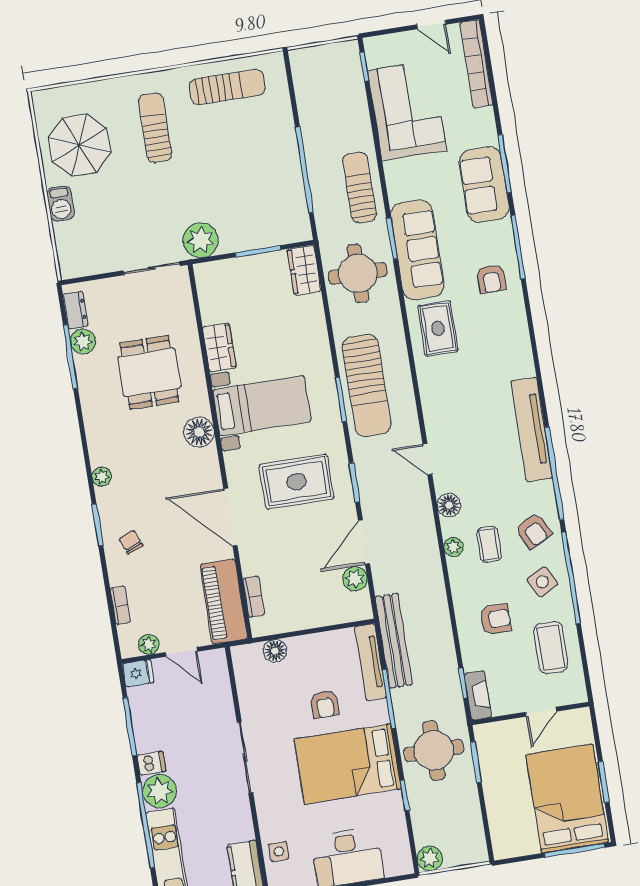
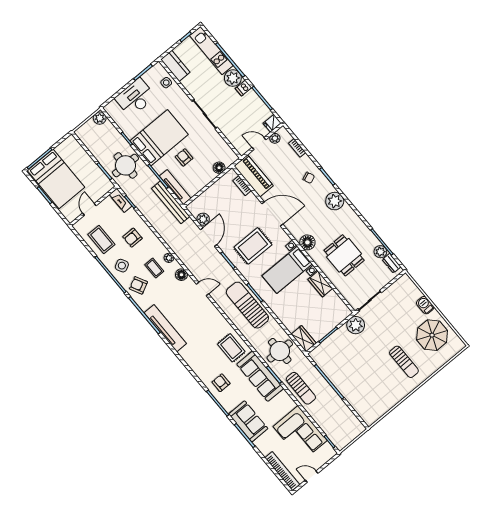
sun lounger: (227, 87) -> (383, 398), removed
plant: (102, 477) -> (335, 201), width x1.87, depth x1.87

